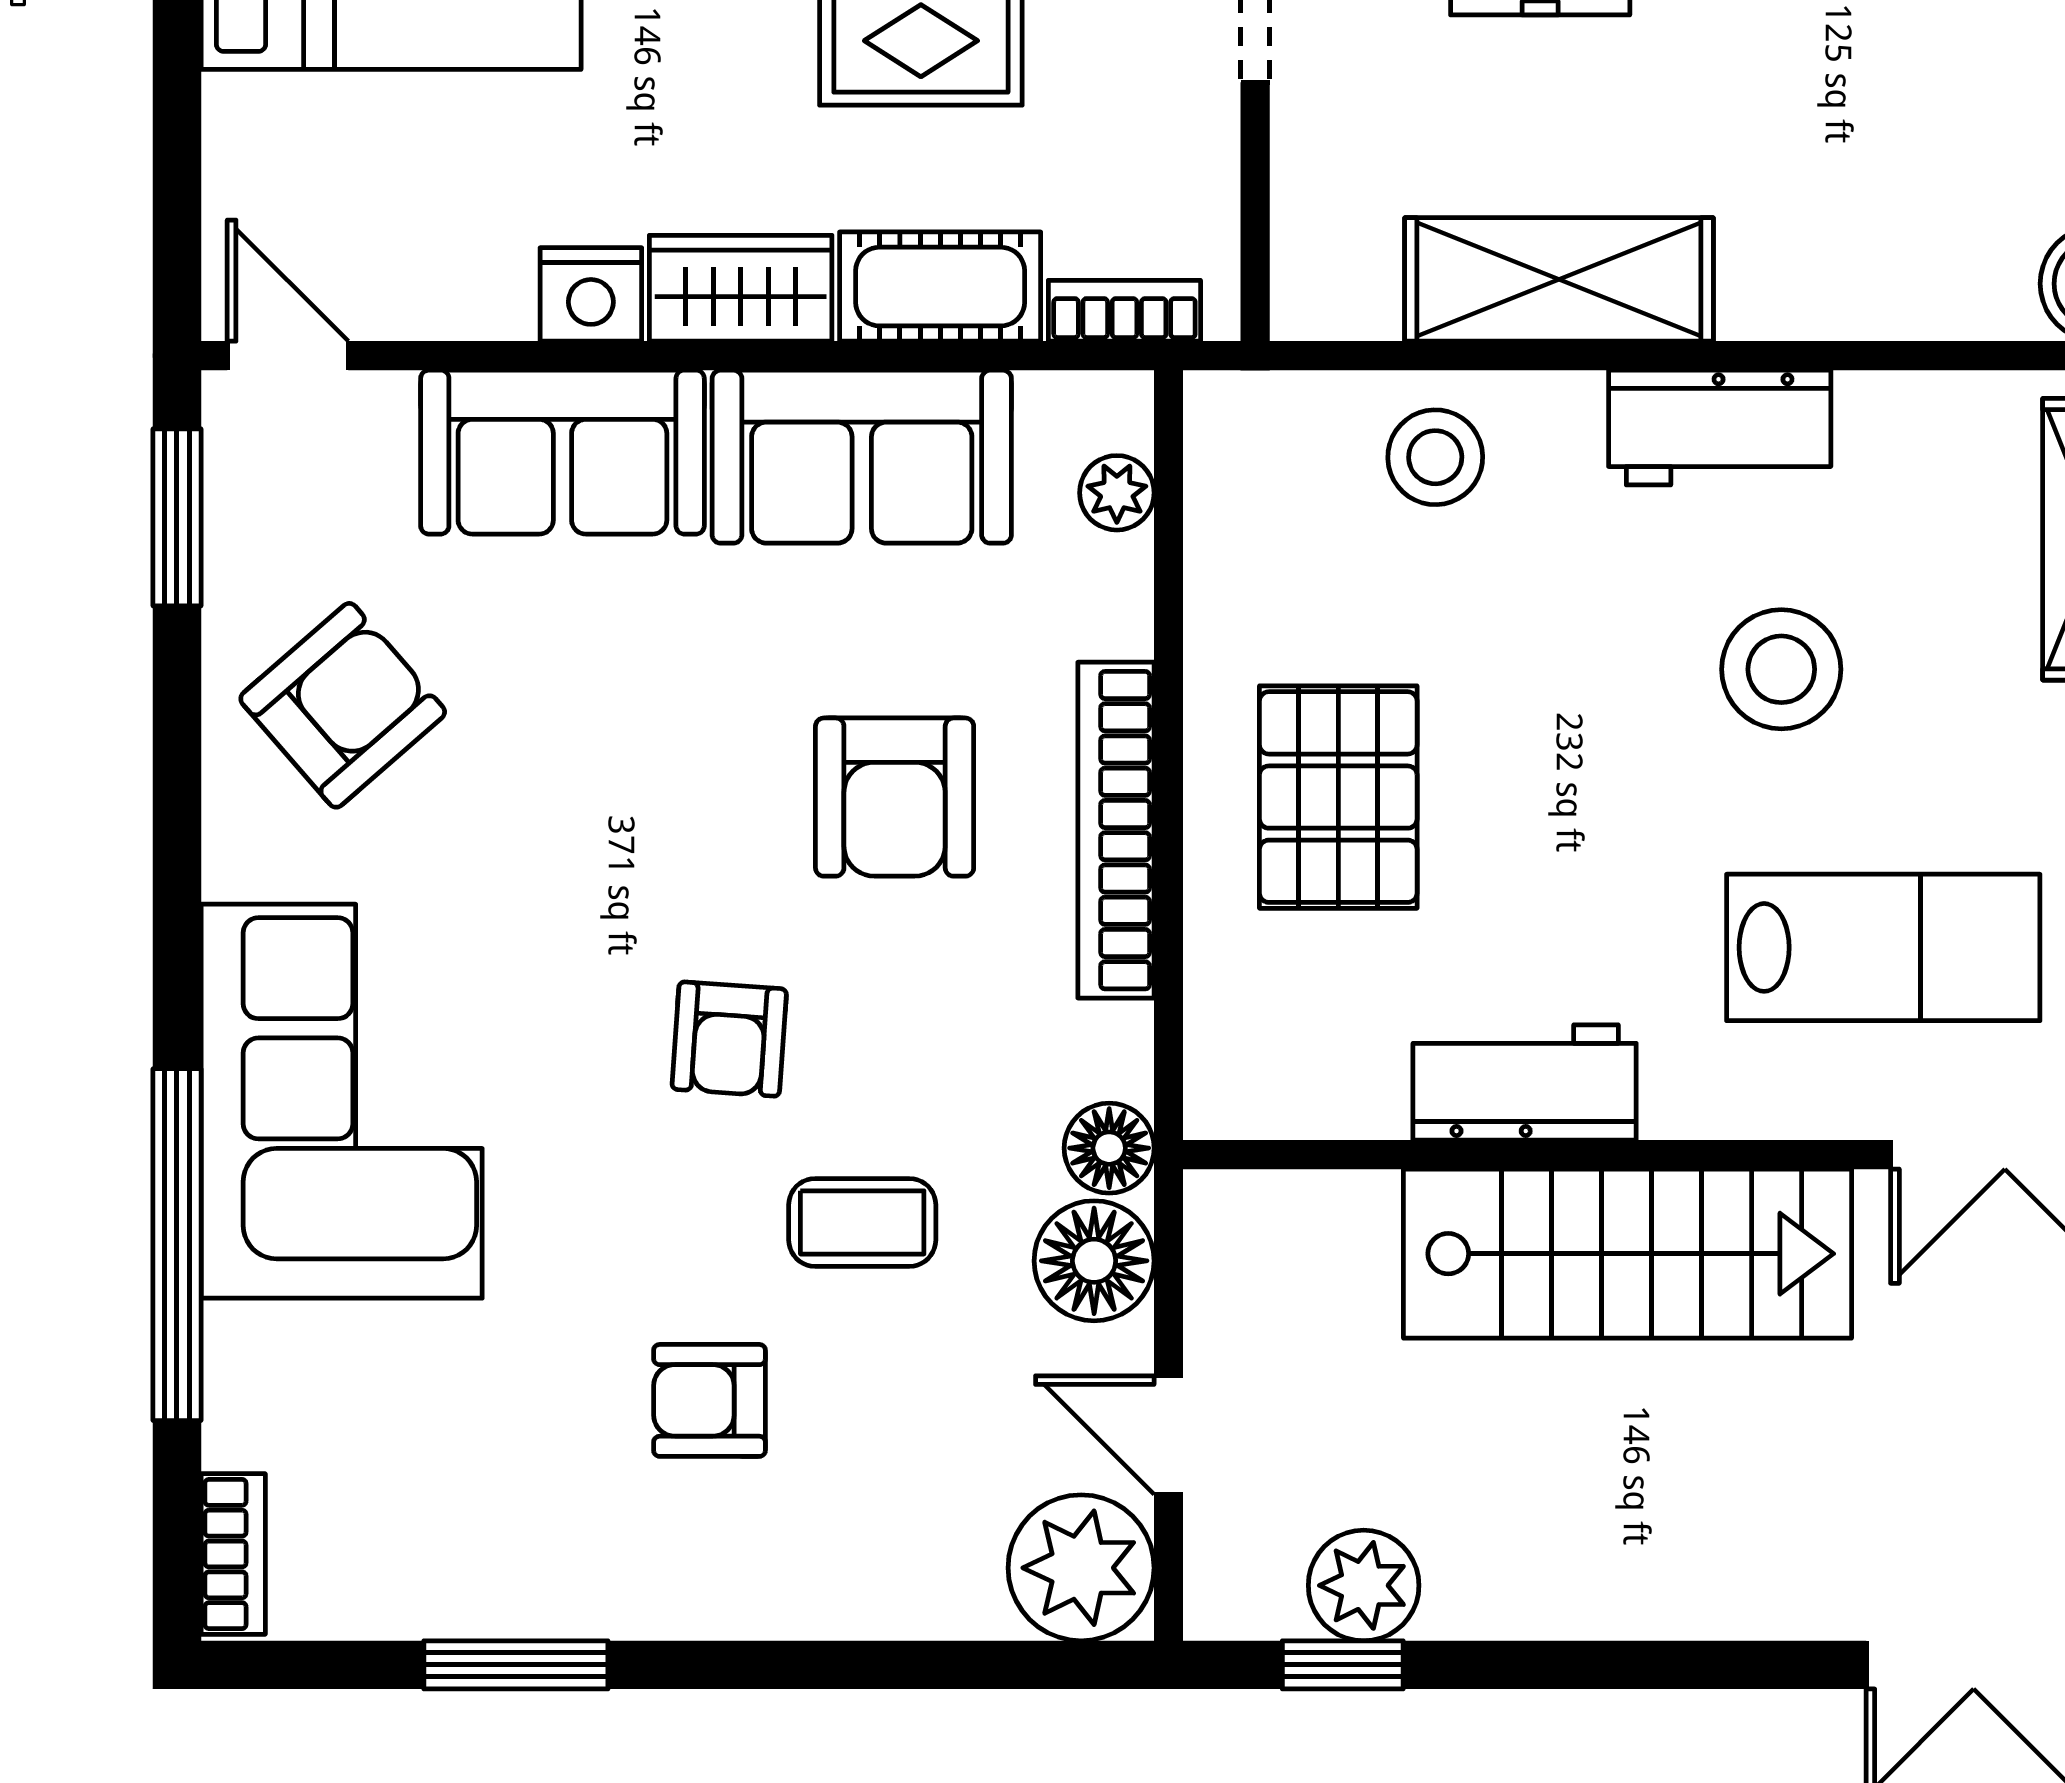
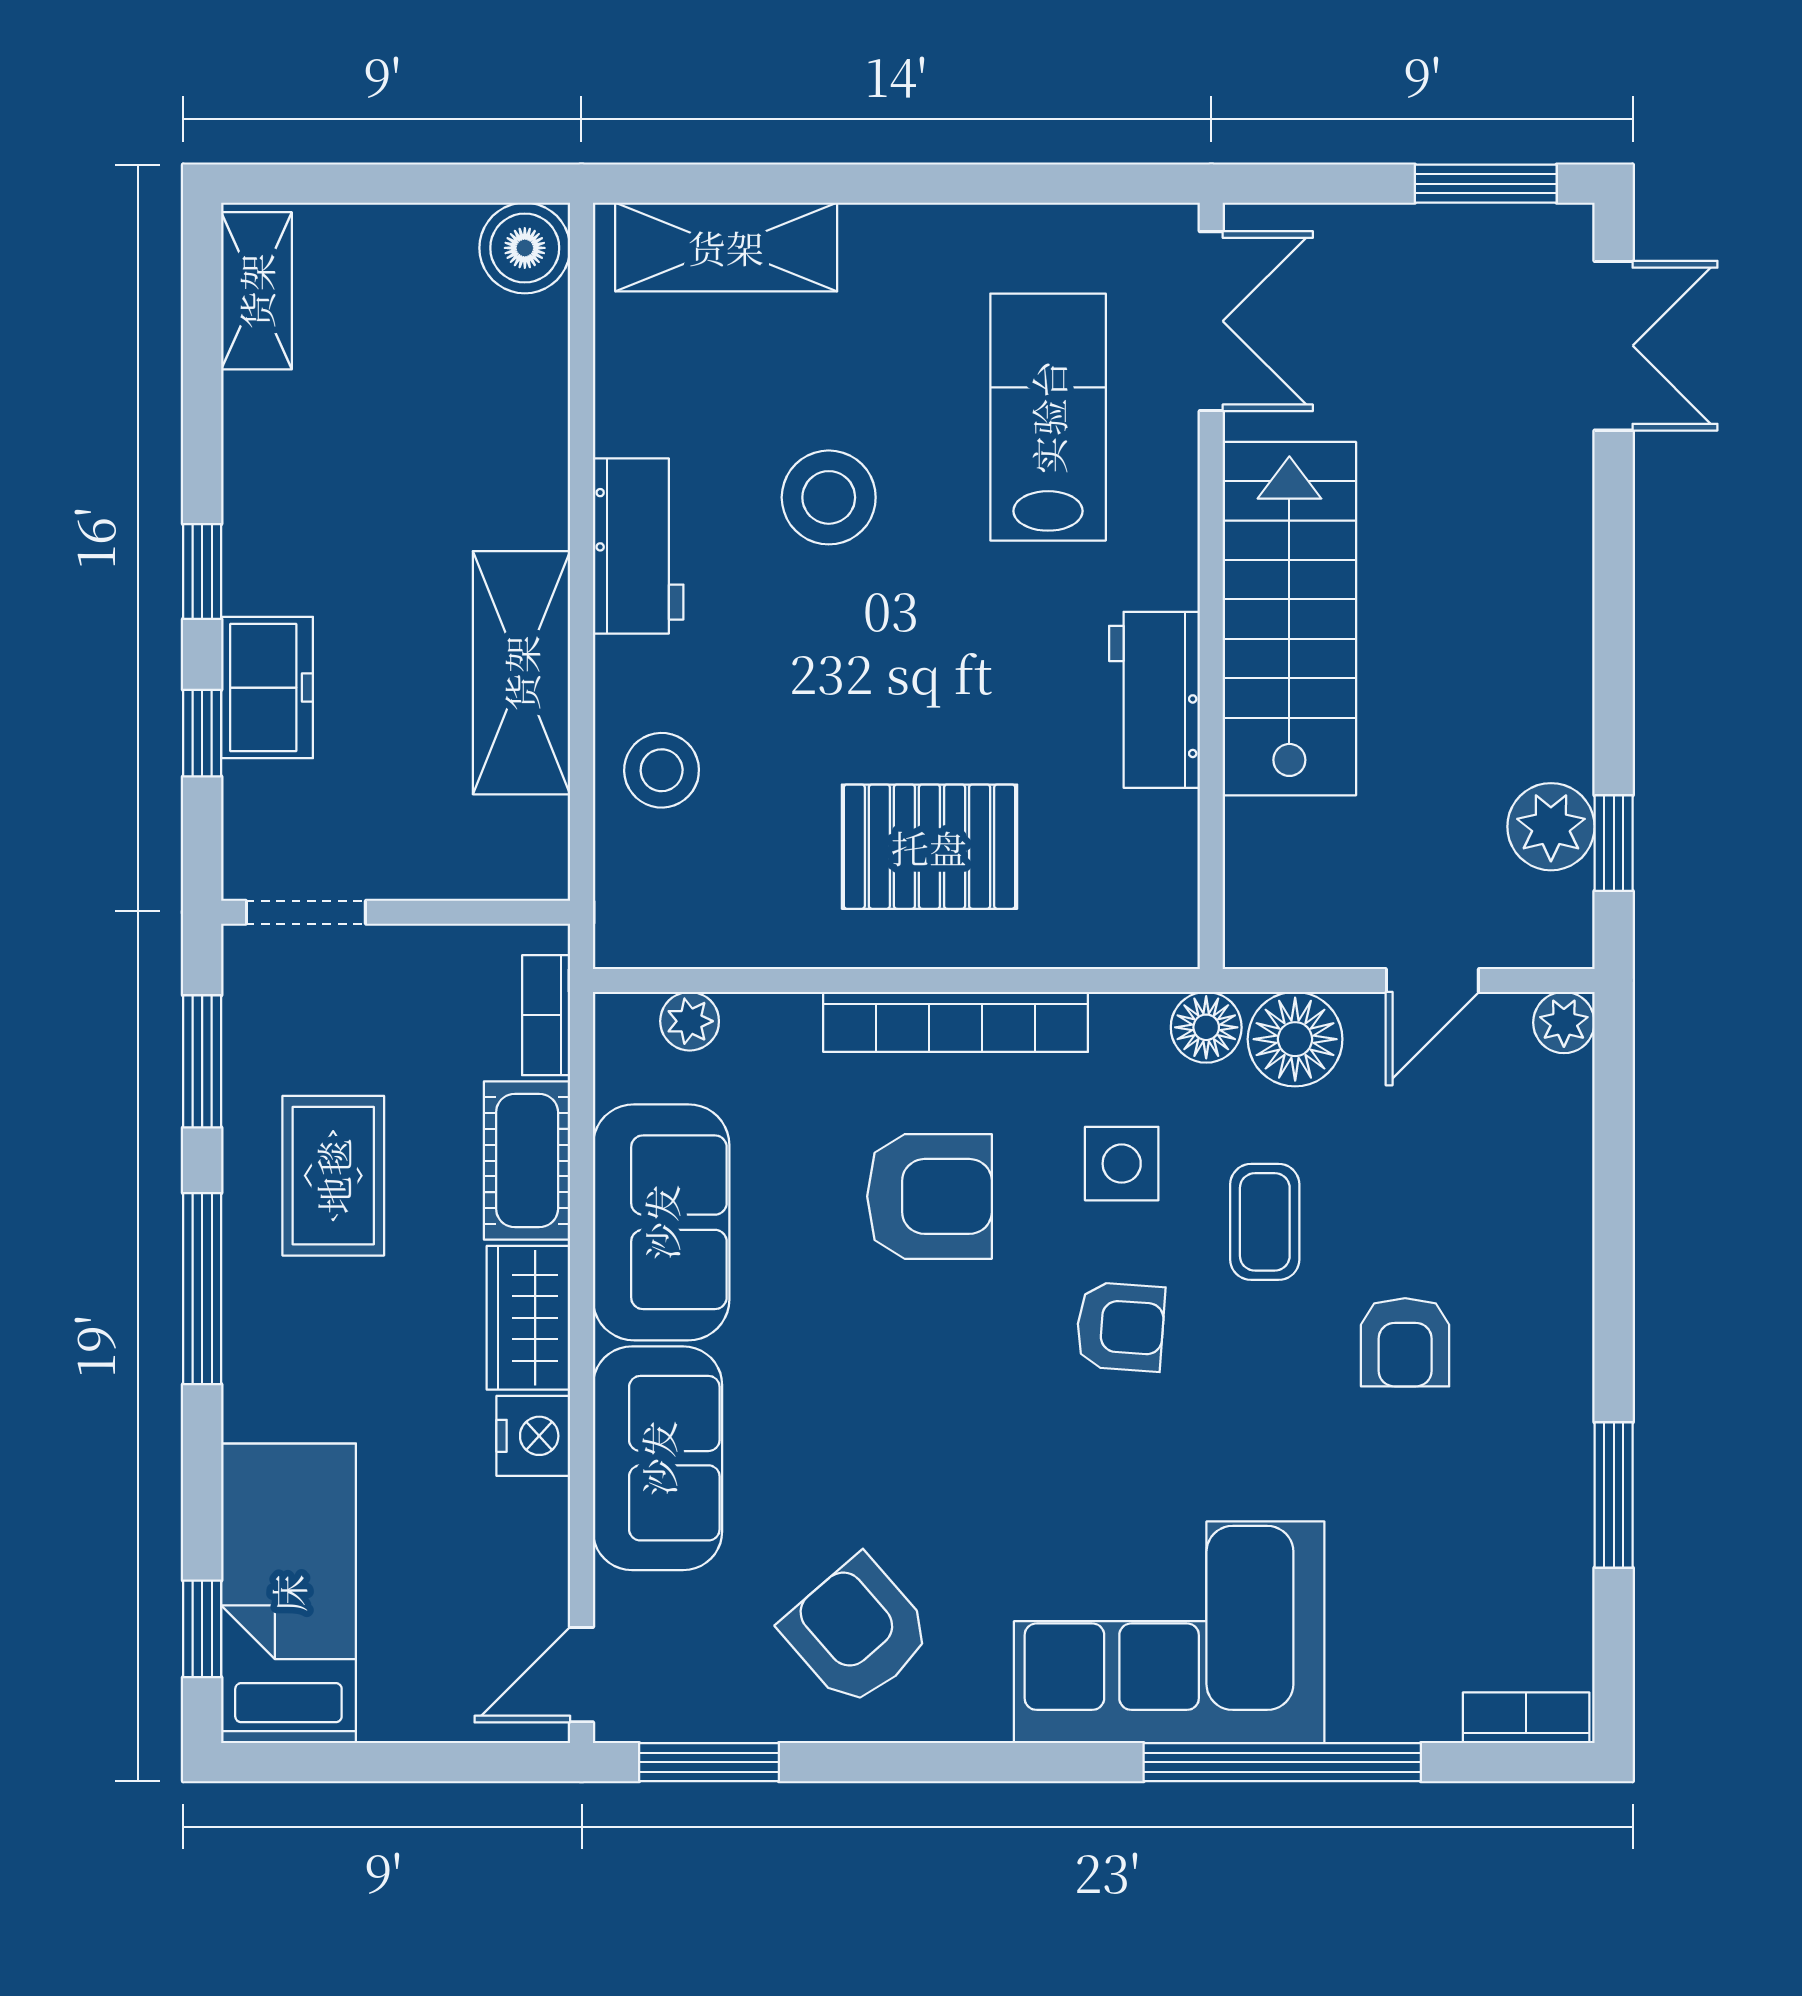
side table: (936, 1041) -> (1122, 1164), added
plant: (1081, 1568) -> (1564, 1023), width x0.53, depth x0.53

